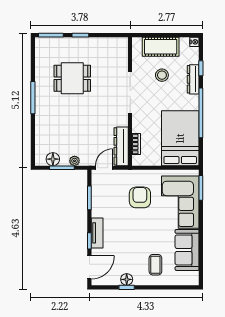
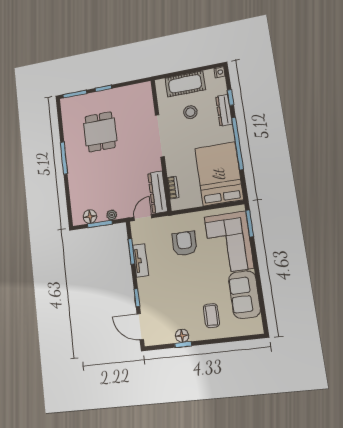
dining table: (72, 78) -> (100, 132), turned 90
tv unit: (97, 233) -> (141, 260), moved
door: (89, 267) -> (140, 327), swing flipped

